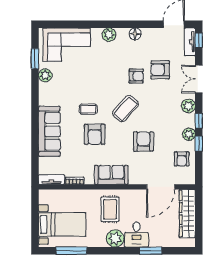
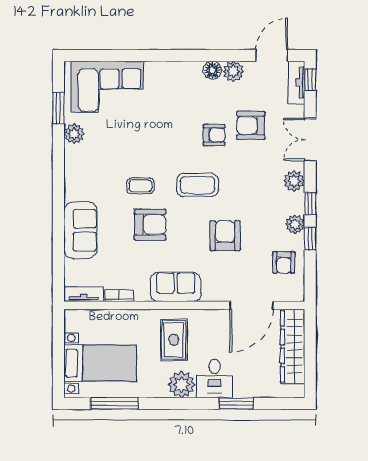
plant: (109, 35) -> (233, 71), moved
coffee table: (126, 109) -> (198, 185), turned 48
sofa: (49, 131) -> (80, 230), width x0.73
armchair: (95, 134) -> (150, 225), turned -90

